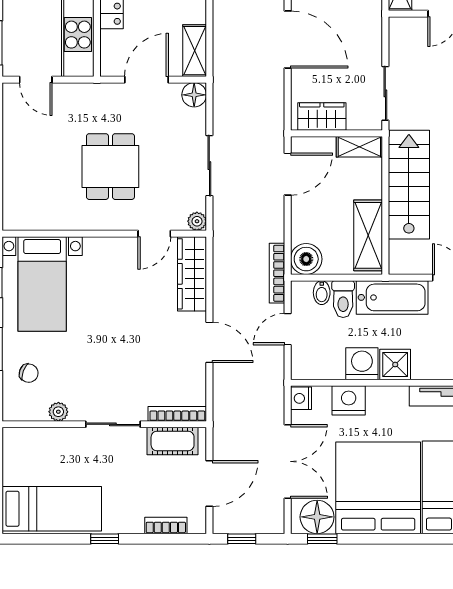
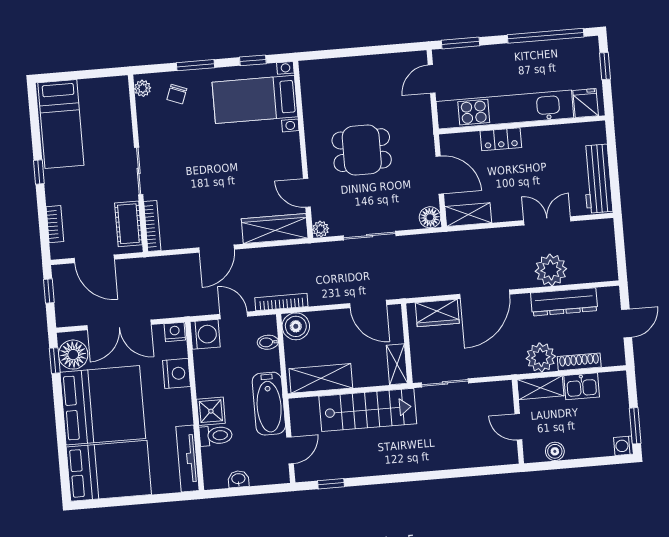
wardrobe: (322, 117) -> (437, 313), moved, turned 90
toilet: (343, 299) -> (216, 436), moved, turned 180
washing machine: (362, 364) -> (205, 334), moved
plant: (58, 412) -> (143, 88), moved

